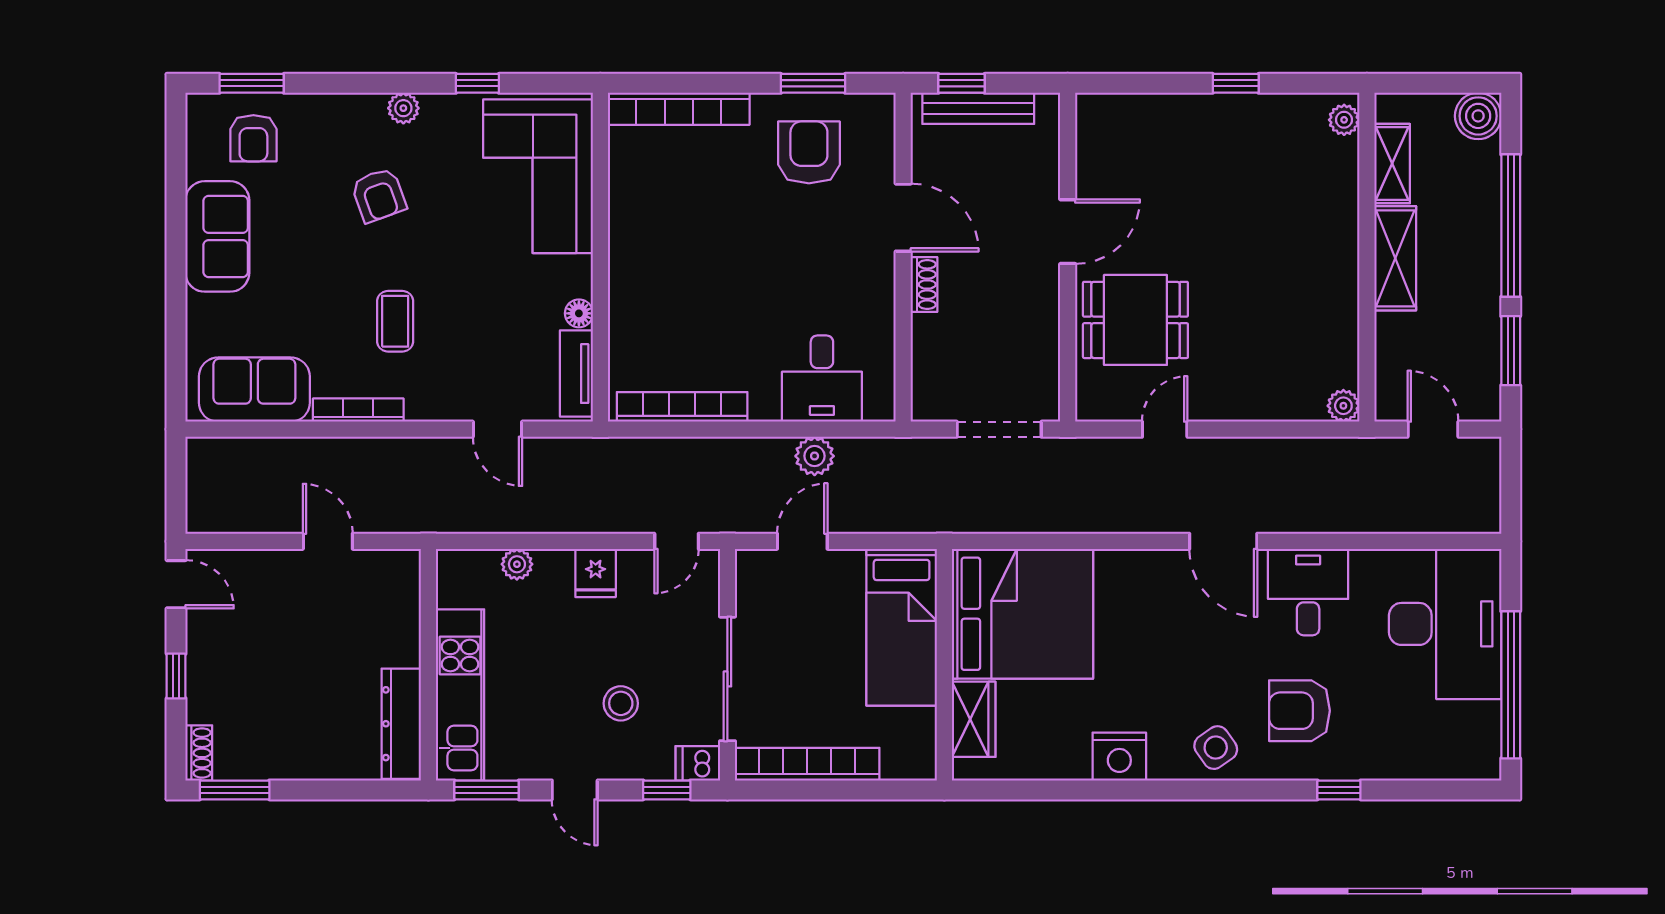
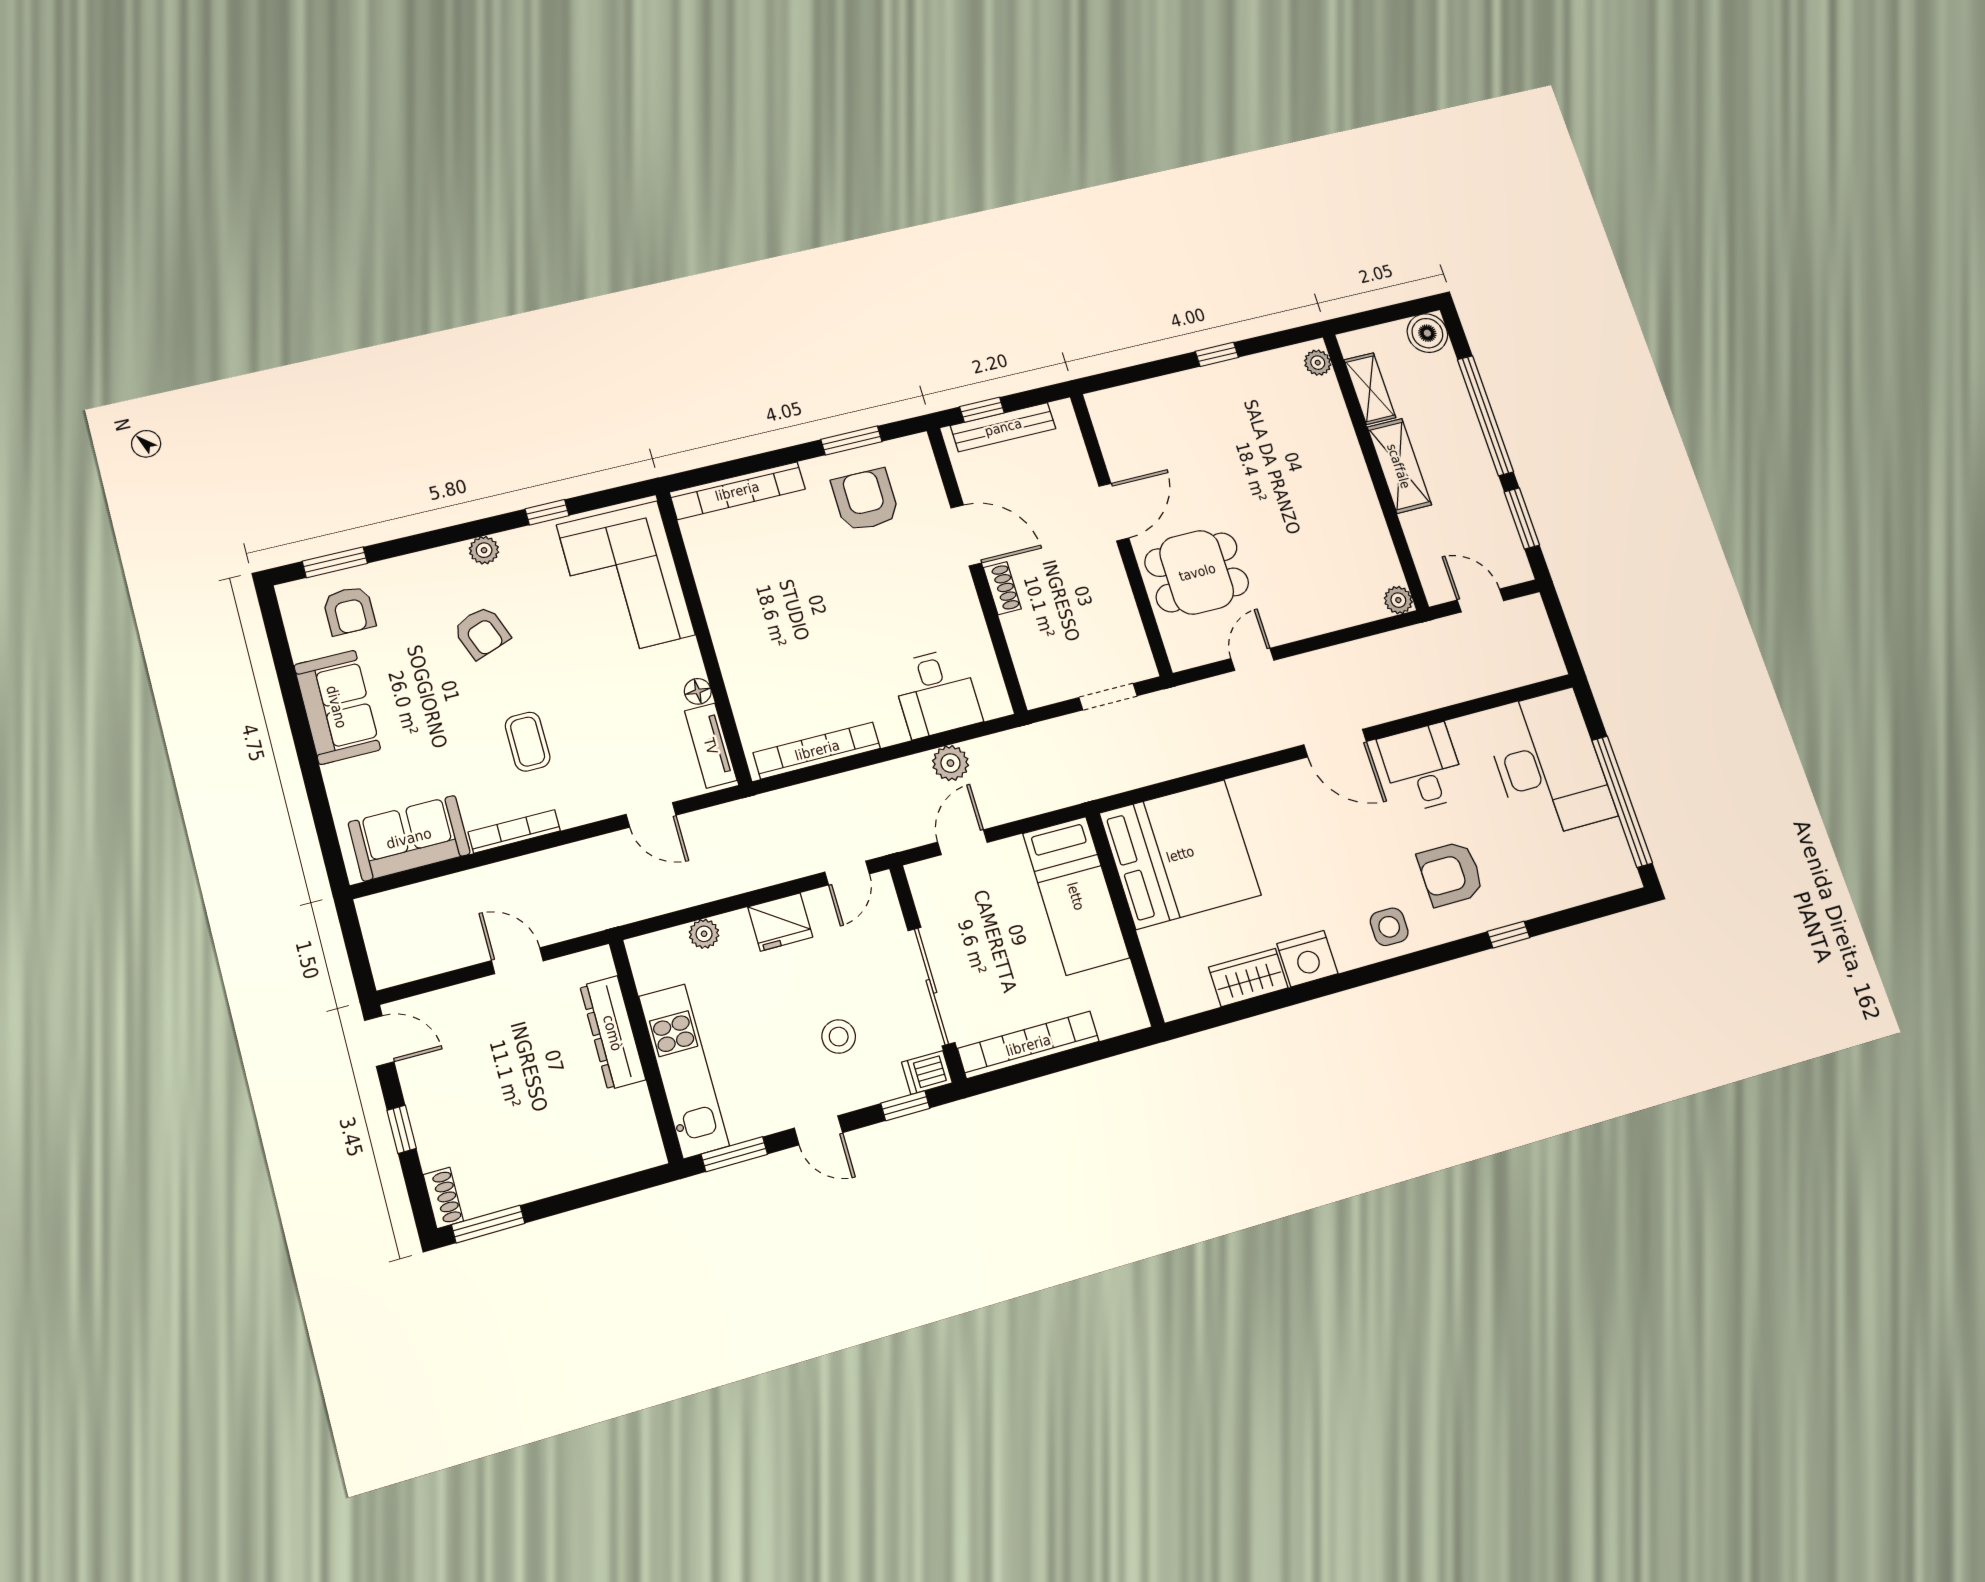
doorway: (999, 429) -> (1108, 697), width x0.73
fridge: (596, 573) -> (780, 922), width x1.38
wardrobe: (974, 719) -> (1248, 977), moved, turned -90
dresser: (401, 724) -> (613, 1033), moved
side table: (1216, 748) -> (1389, 927), turned 35

